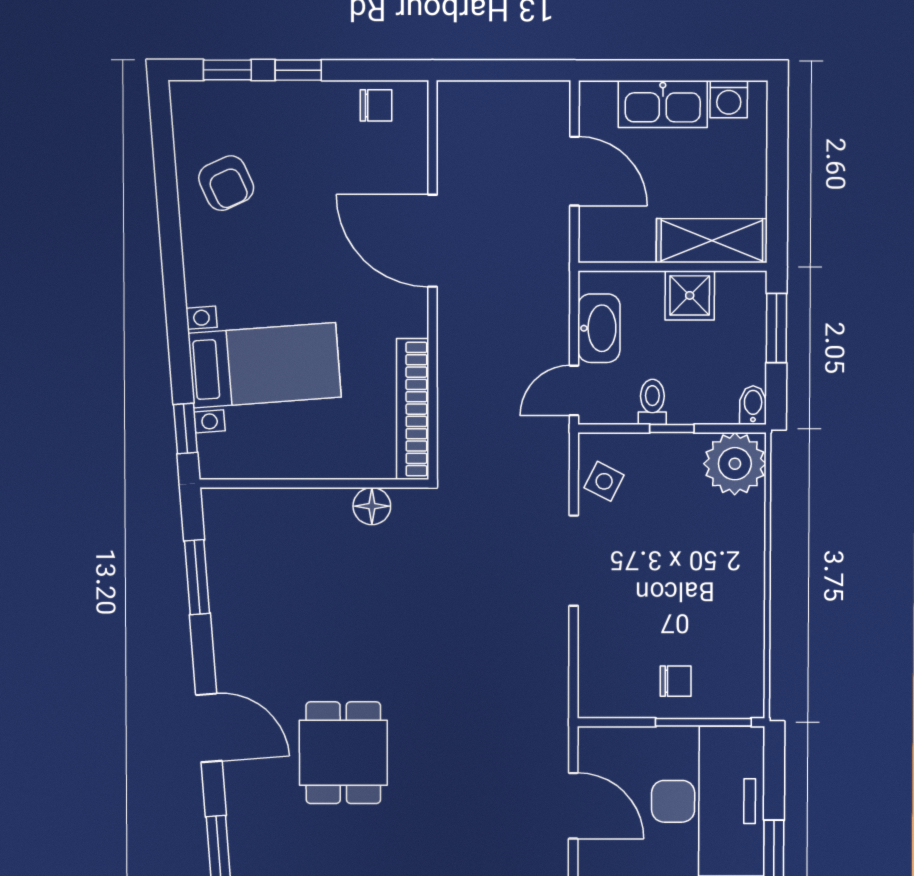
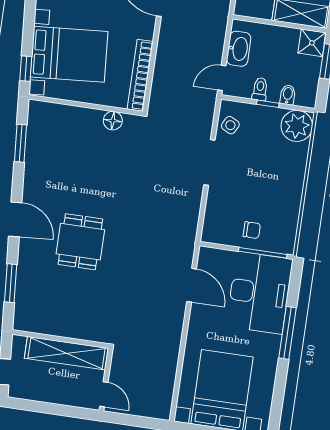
shower: (690, 295) -> (312, 43), moved
bed with nightstands: (264, 365) -> (69, 54), width x1.36
bidet: (753, 405) -> (288, 95), moved

